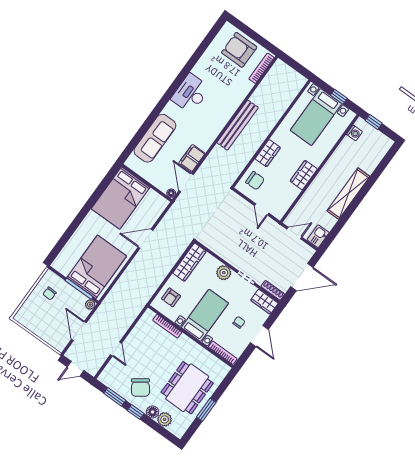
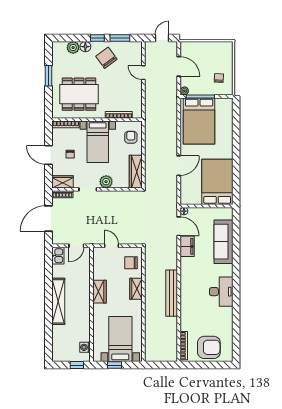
dining table: (187, 388) -> (79, 94), moved, turned 90

